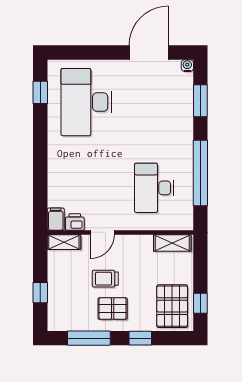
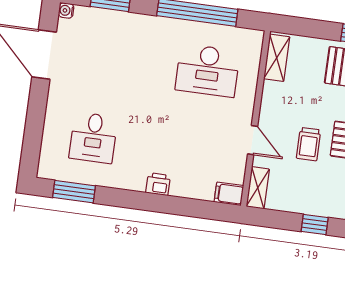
window: (40, 92) -> (74, 192), width x1.50
desk: (86, 102) -> (93, 138), width x0.53, depth x0.77
printer: (75, 222) -> (158, 184), moved, turned 90

